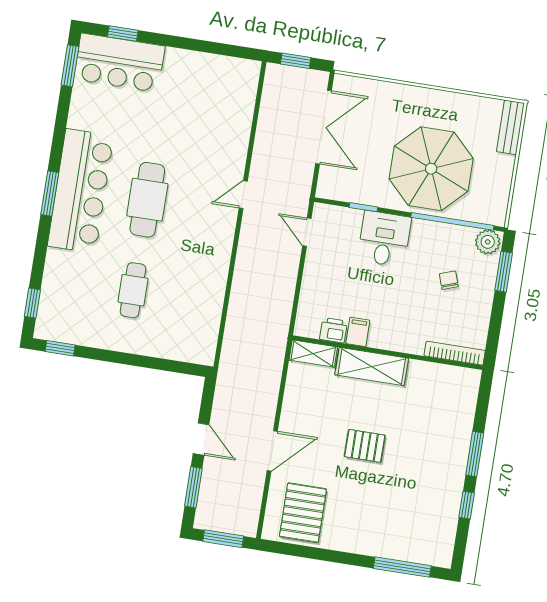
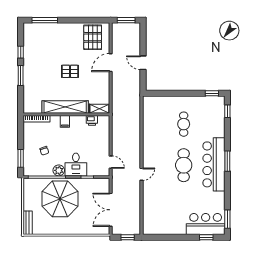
plant: (488, 242) -> (59, 170), moved
filing cabinet: (358, 332) -> (65, 121), moved
shelving: (372, 367) -> (65, 107), width x1.47
window: (193, 487) -> (143, 41), removed

